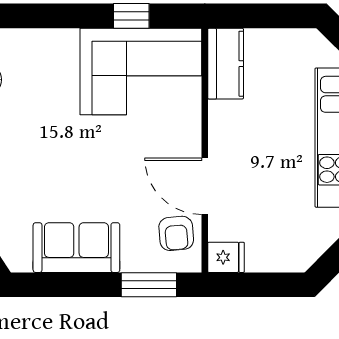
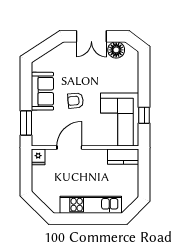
armchair: (176, 233) -> (75, 101), moved

